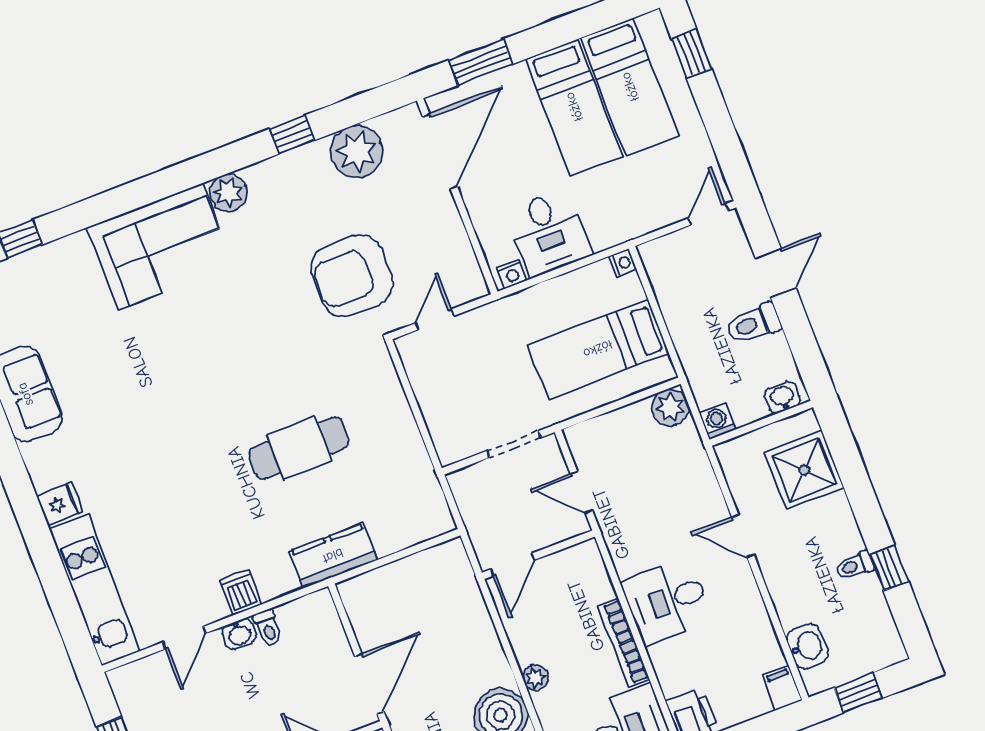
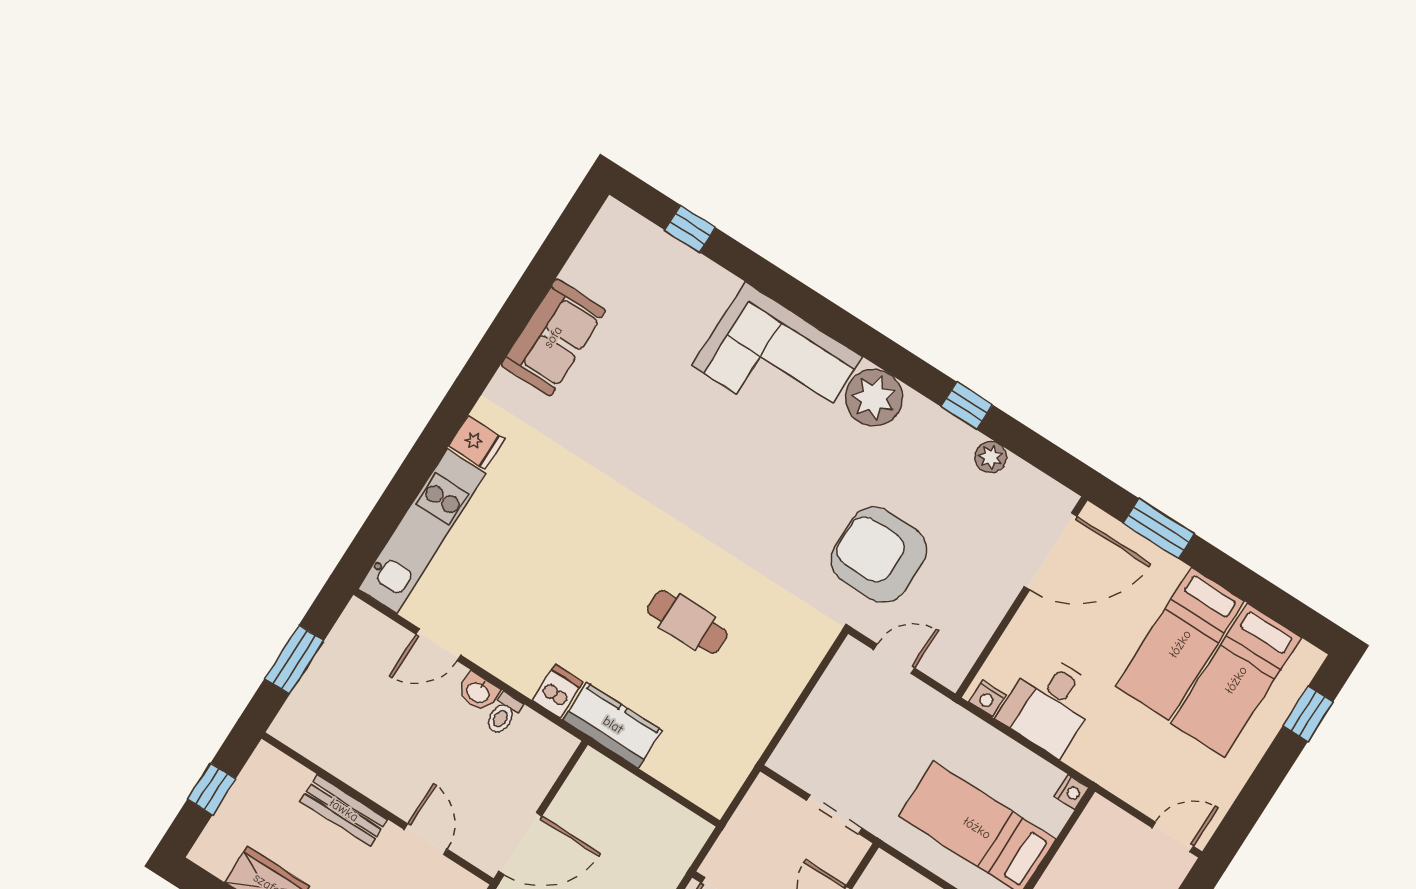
plant: (357, 151) -> (991, 457), width x0.53, depth x0.53
plant: (228, 193) -> (874, 398), width x1.36, depth x1.36
cafe table: (299, 448) -> (687, 622), width x0.73, depth x0.74
dishwasher: (241, 592) -> (558, 691), moved

